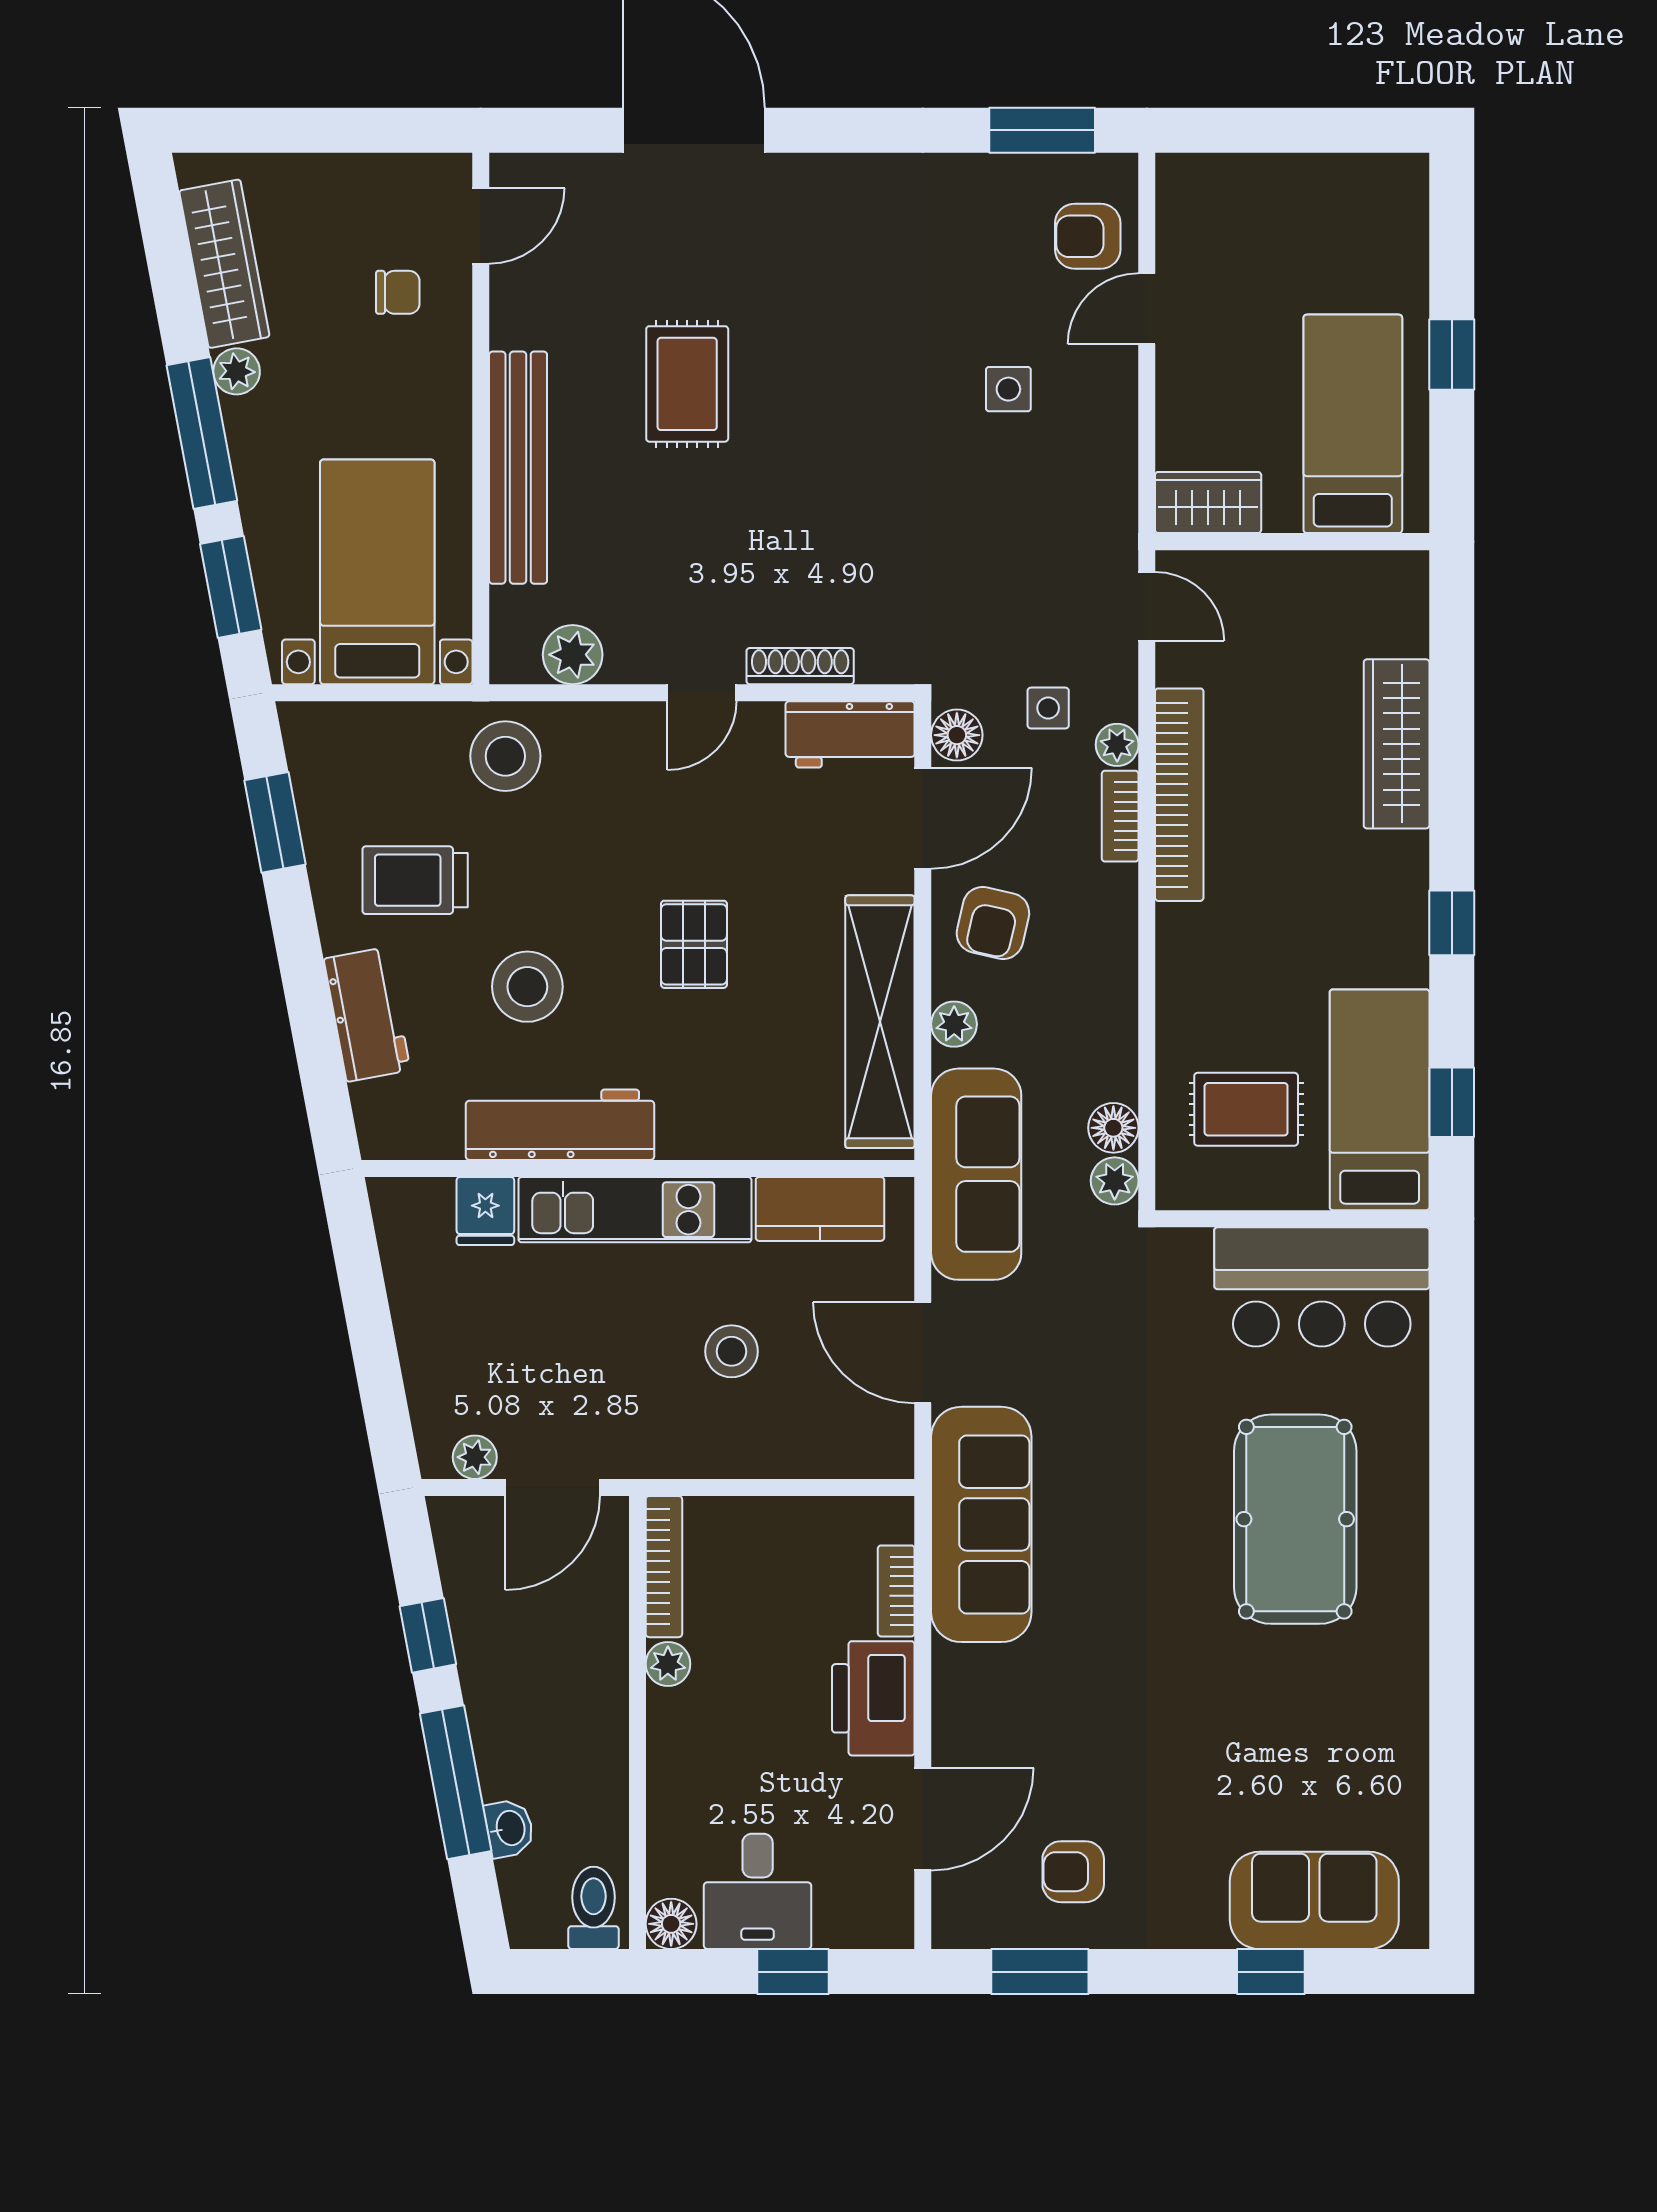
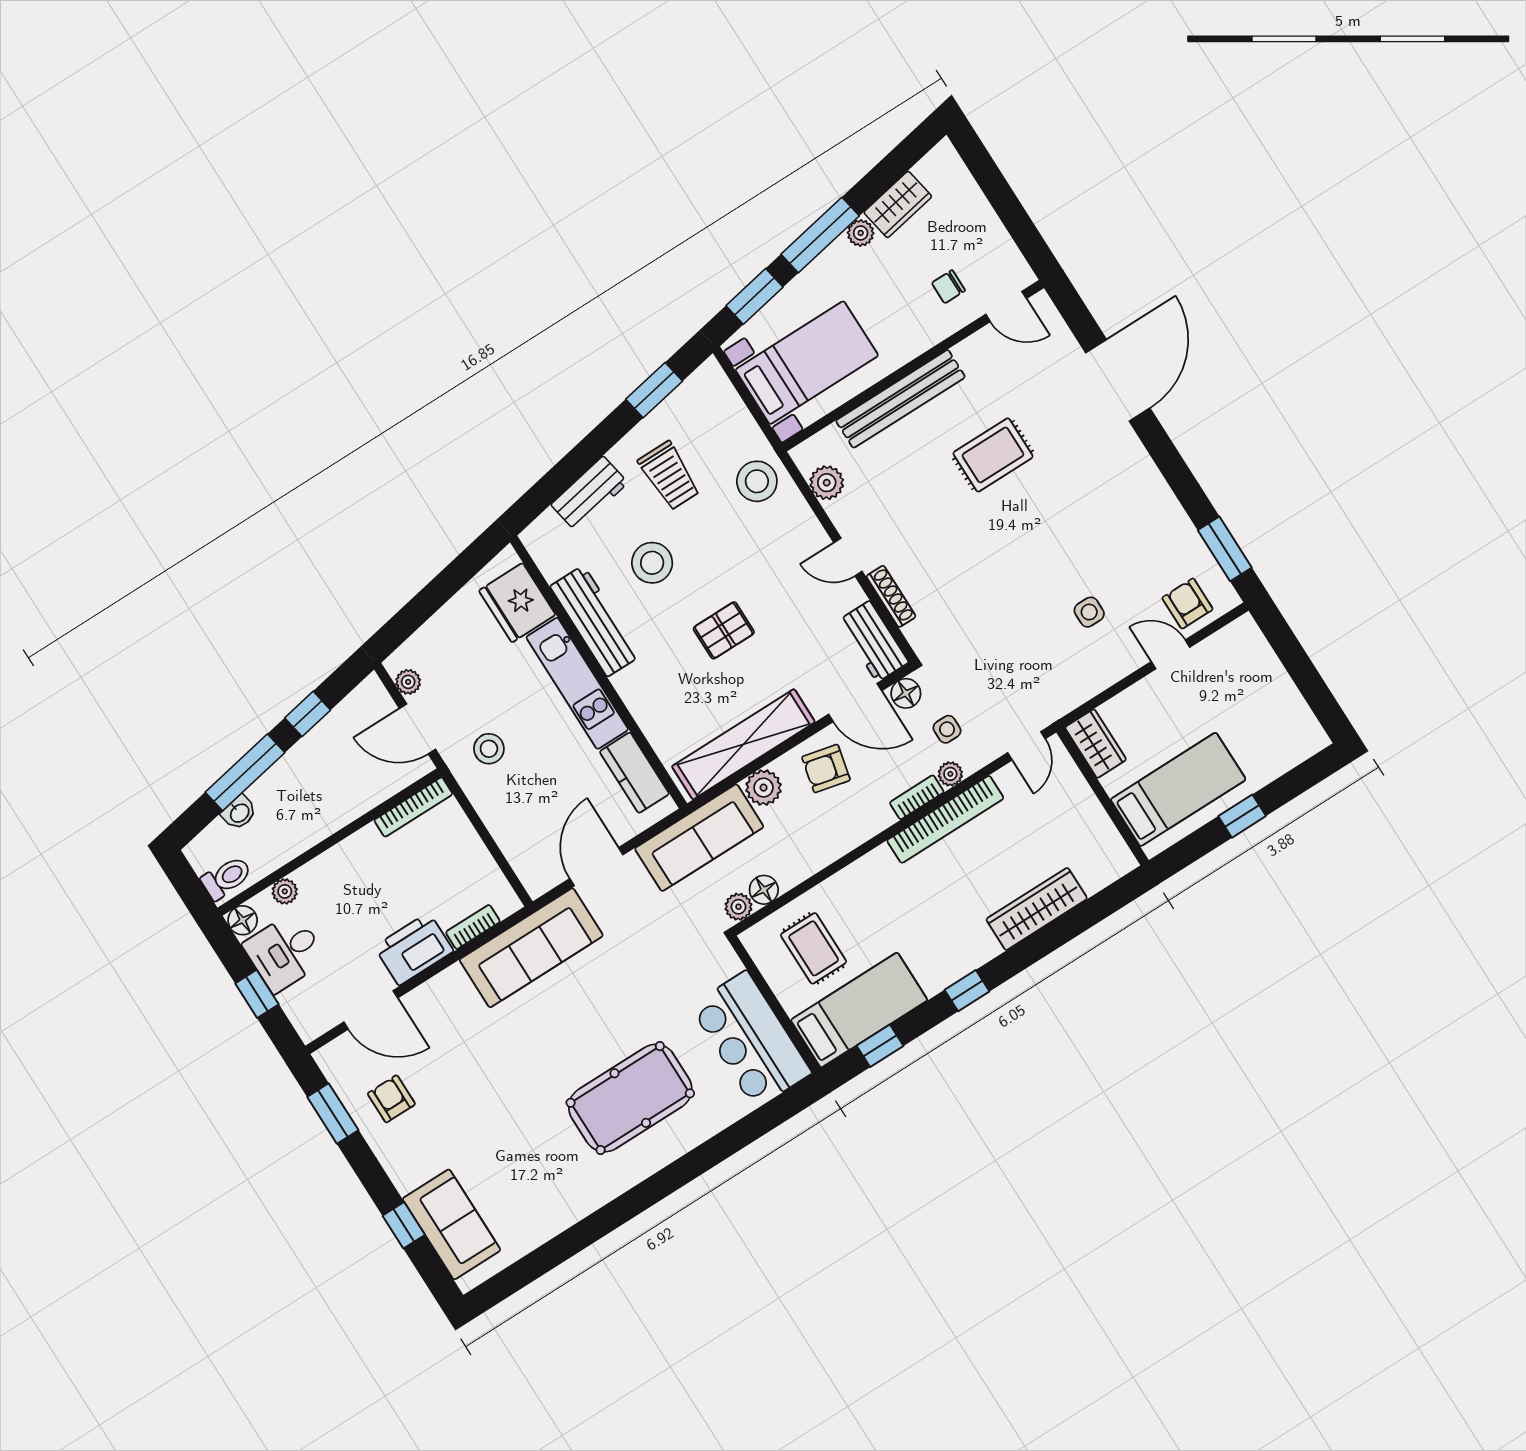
wardrobe: (224, 264) -> (898, 204), width x0.67
chair: (398, 292) -> (948, 287), turned 90
trolley: (415, 880) -> (669, 476), turned 180
plant: (954, 1024) -> (764, 788), width x1.38, depth x1.38
fridge: (485, 1211) -> (517, 603), width x1.88, depth x1.34
stool: (732, 1351) -> (489, 749), moved
plant: (668, 1664) -> (285, 891), moved

